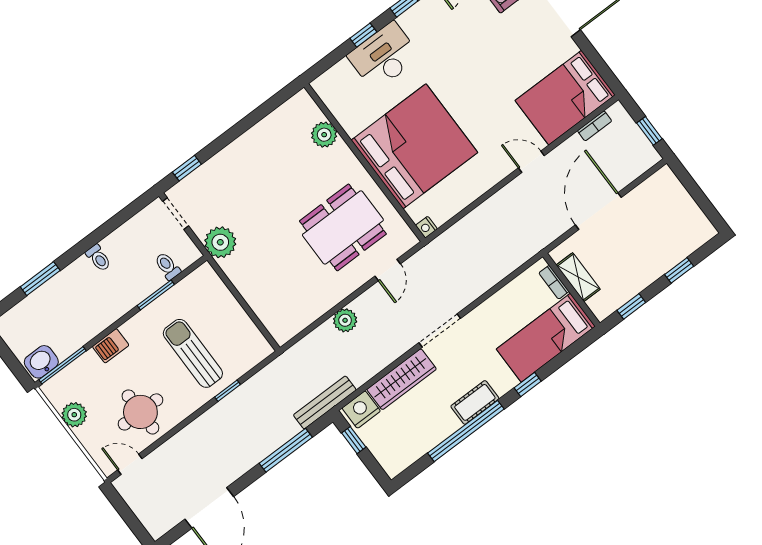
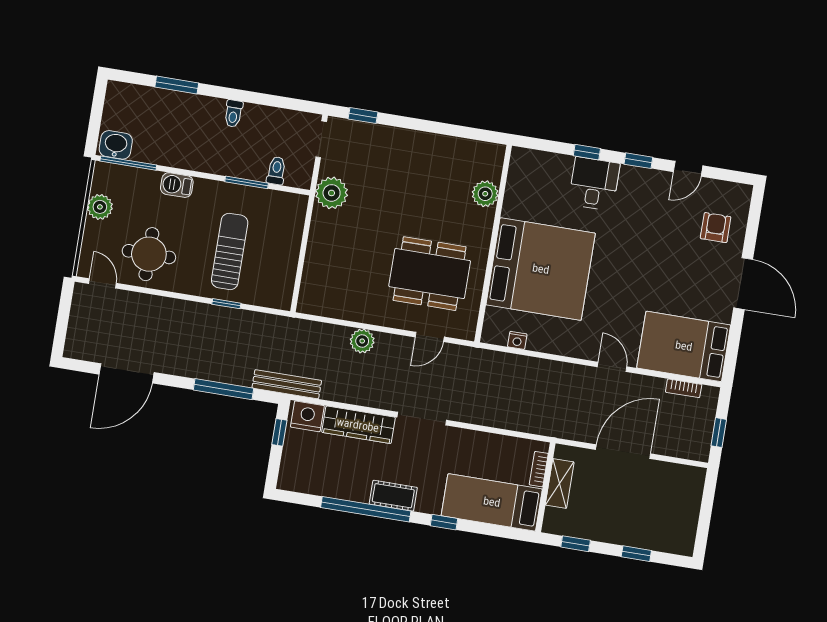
desk: (384, 56) -> (594, 184), width x0.73
nightstand: (426, 227) -> (517, 340), moved, turned -90

